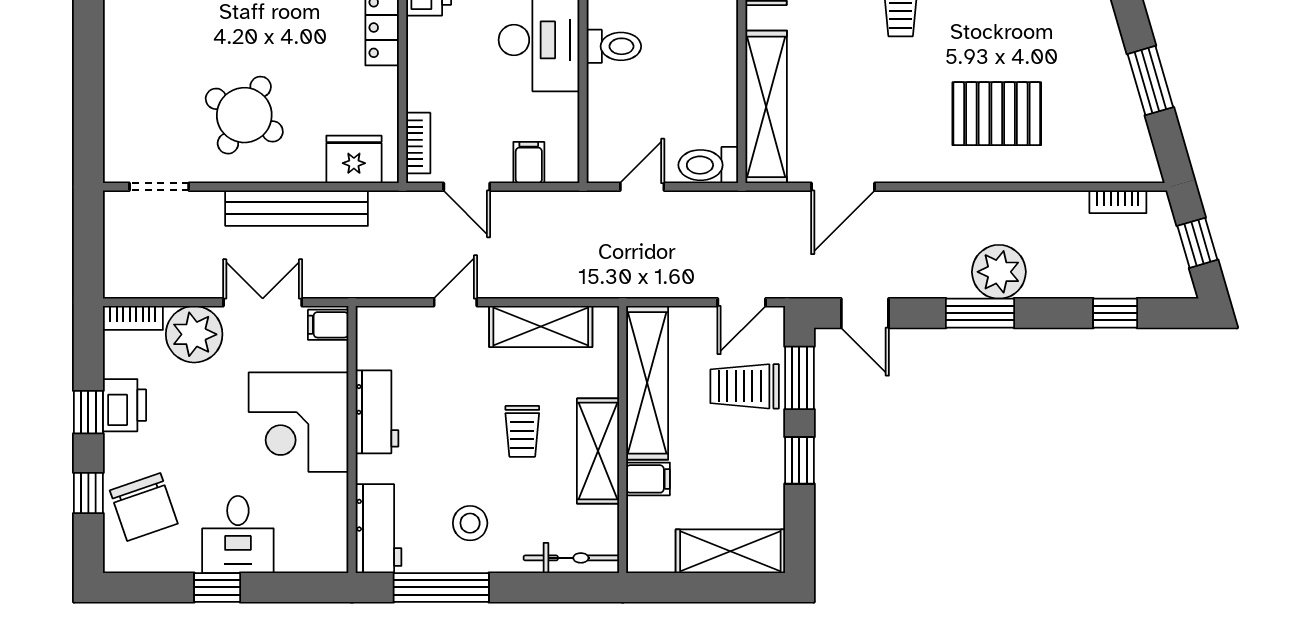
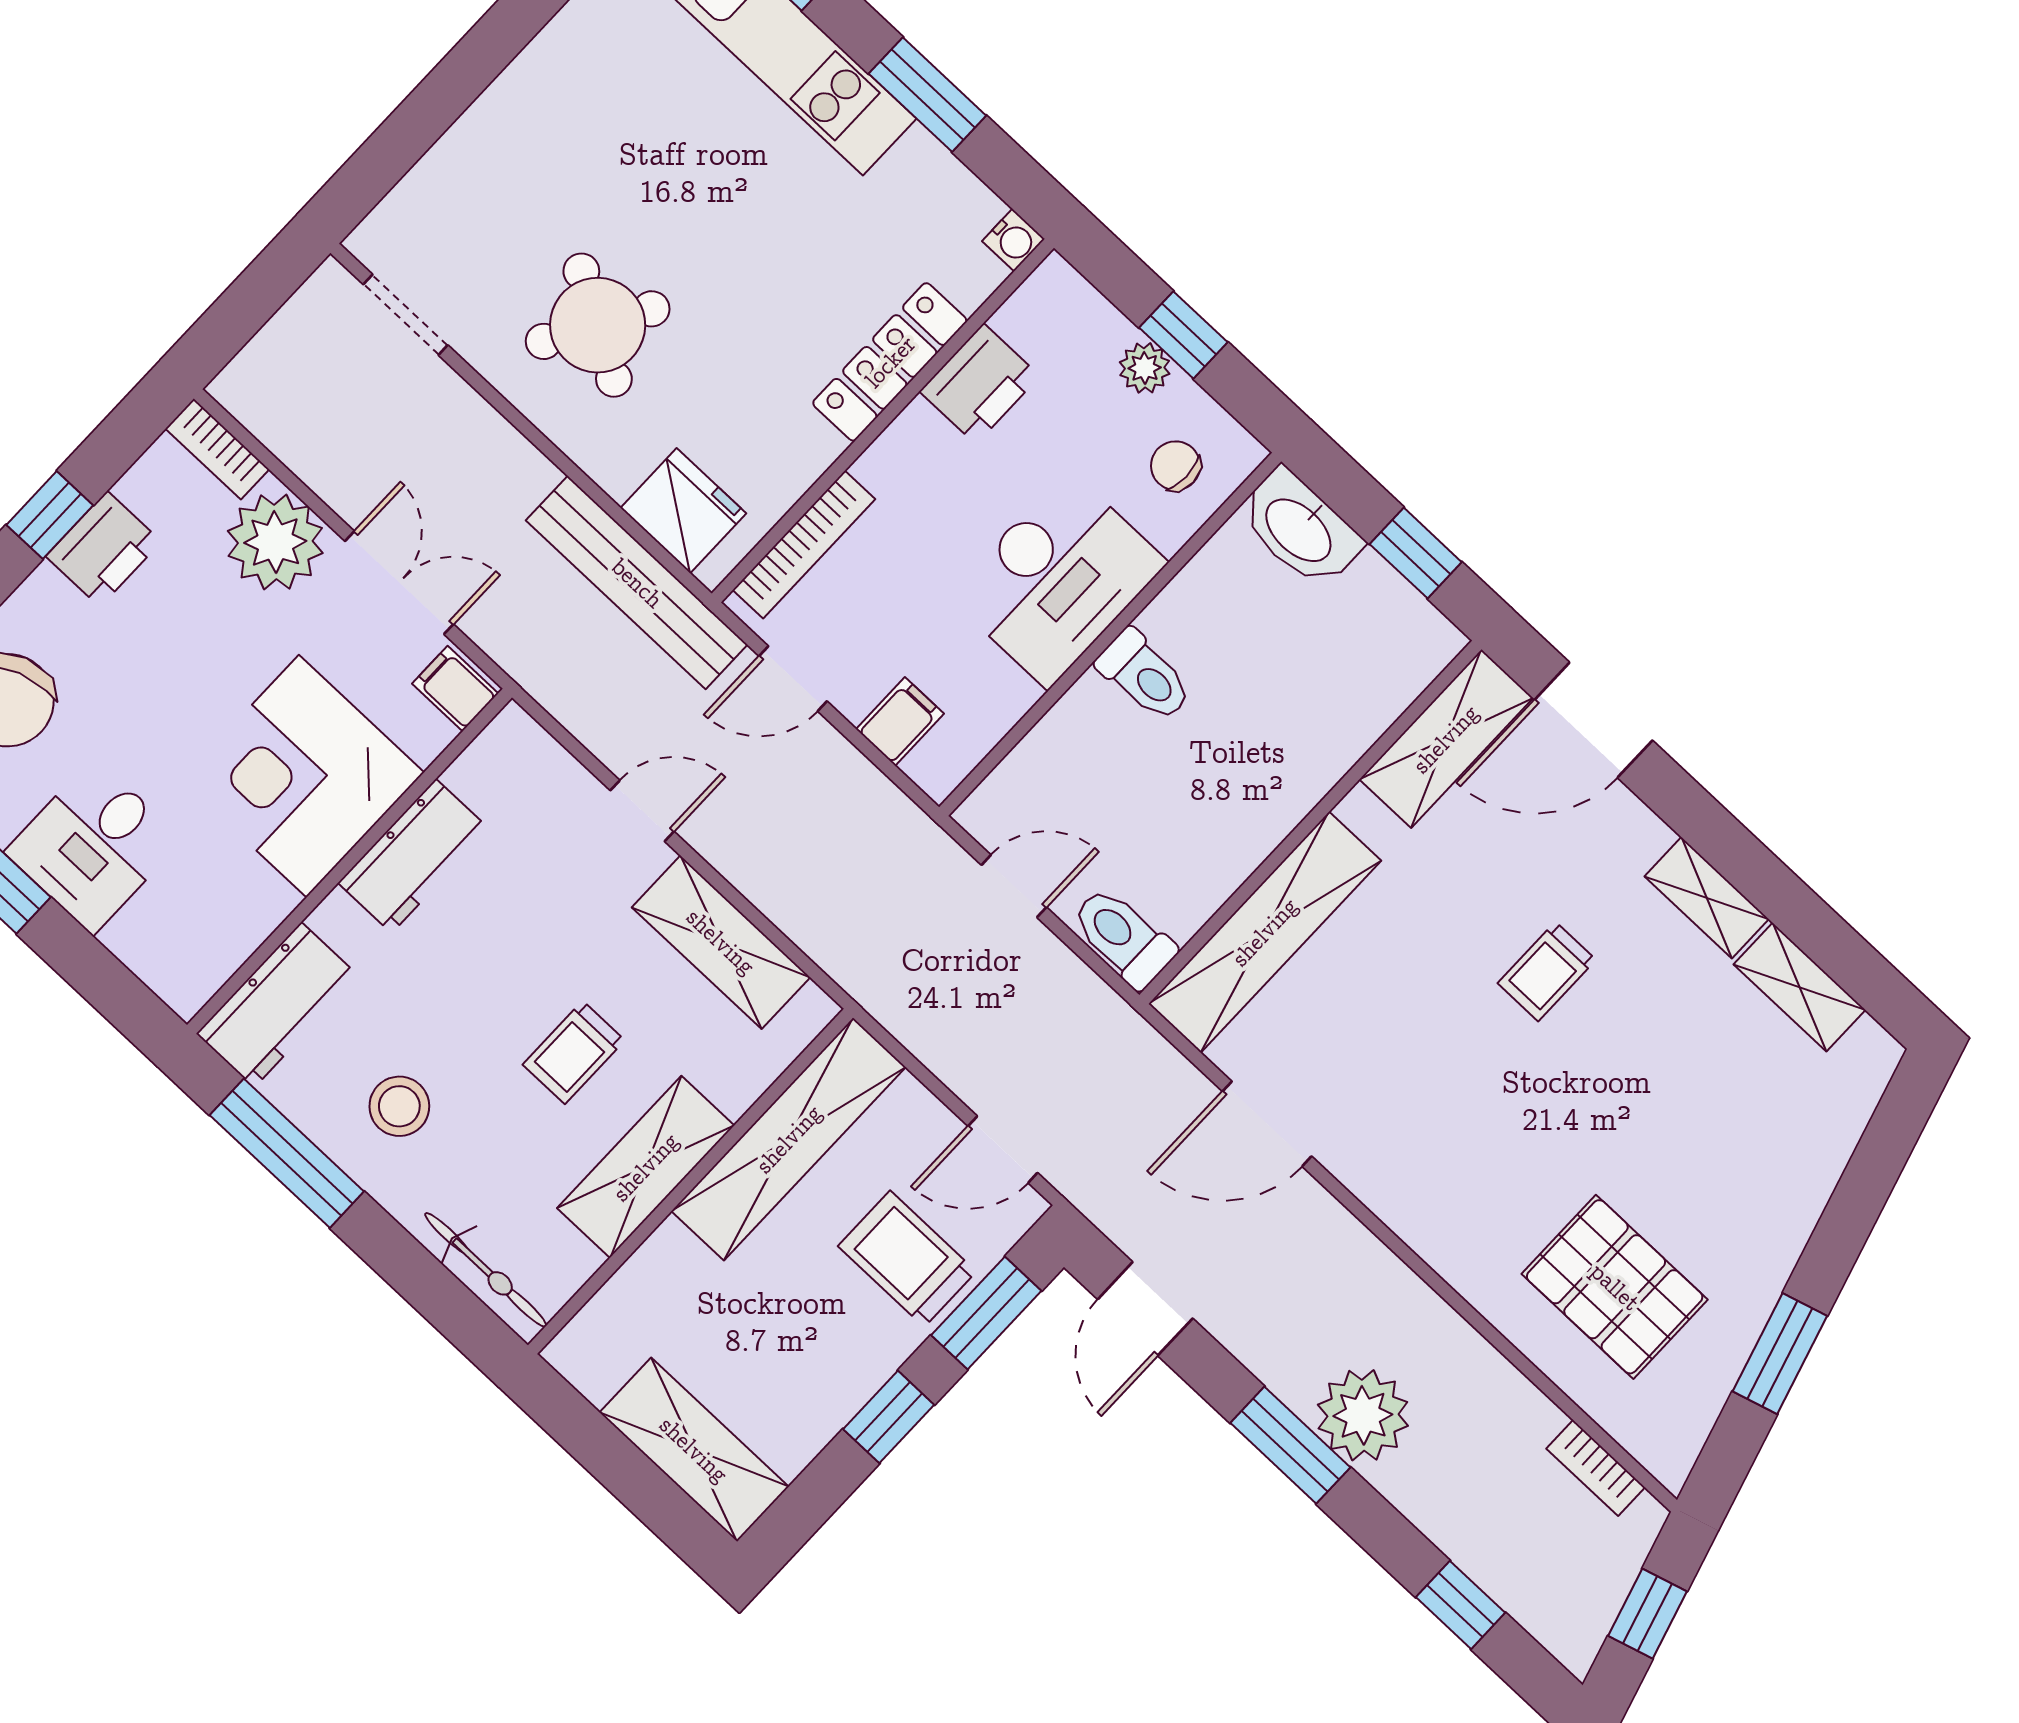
pallet: (997, 114) -> (1615, 1287), moved
bookcase: (418, 143) -> (804, 545), width x1.56
door: (467, 187) -> (793, 679), hinge flipped
bench: (297, 208) -> (637, 583), moved
filing cabinet: (648, 479) -> (676, 1261), removed

